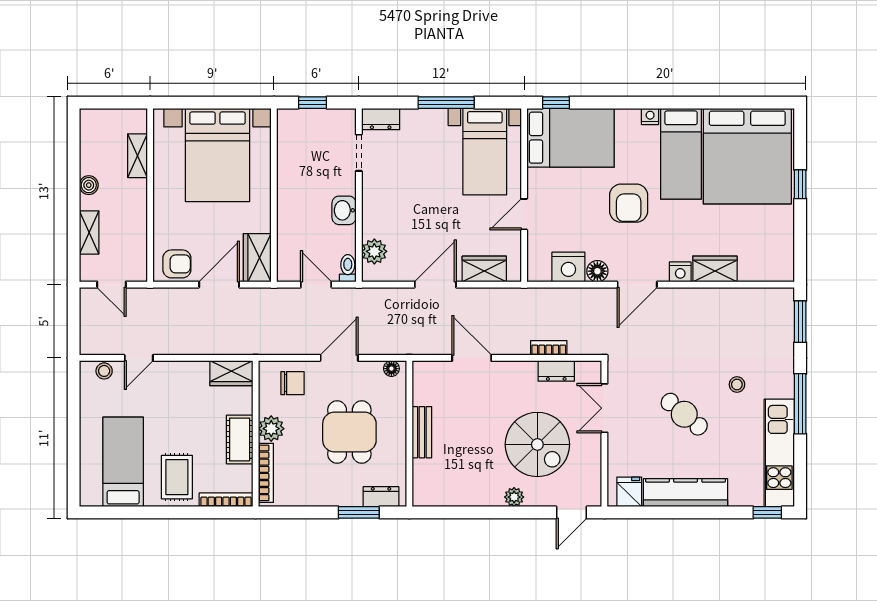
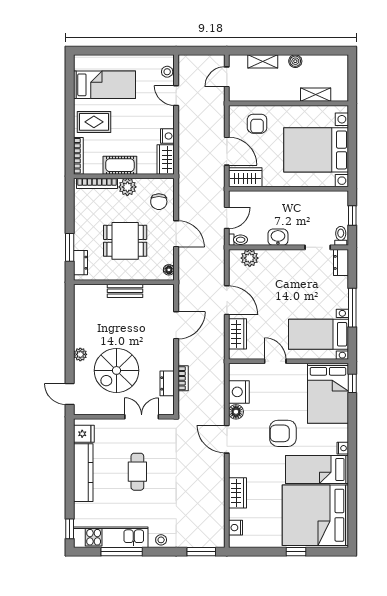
toilet: (342, 119) -> (341, 236), added
armchair: (177, 264) -> (257, 124), moved
nightstand: (680, 272) -> (236, 528), moved
nightstand: (197, 371) -> (167, 136), added
stool: (737, 384) -> (161, 540), moved
window: (800, 404) -> (122, 552), moved
cafe table: (684, 414) -> (137, 472), turned -40

